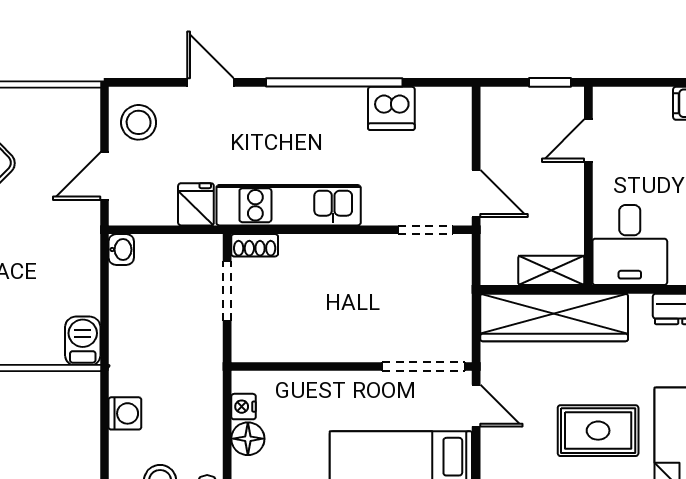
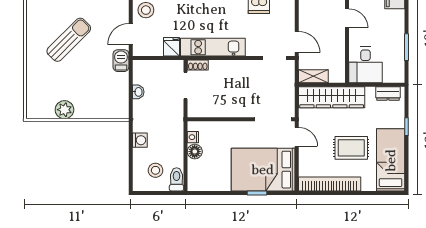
door: (588, 141) -> (347, 18), swing flipped
washbasin: (121, 250) -> (138, 92), moved
shelving: (551, 270) -> (313, 76), moved
barbecue: (83, 341) -> (121, 61), moved

